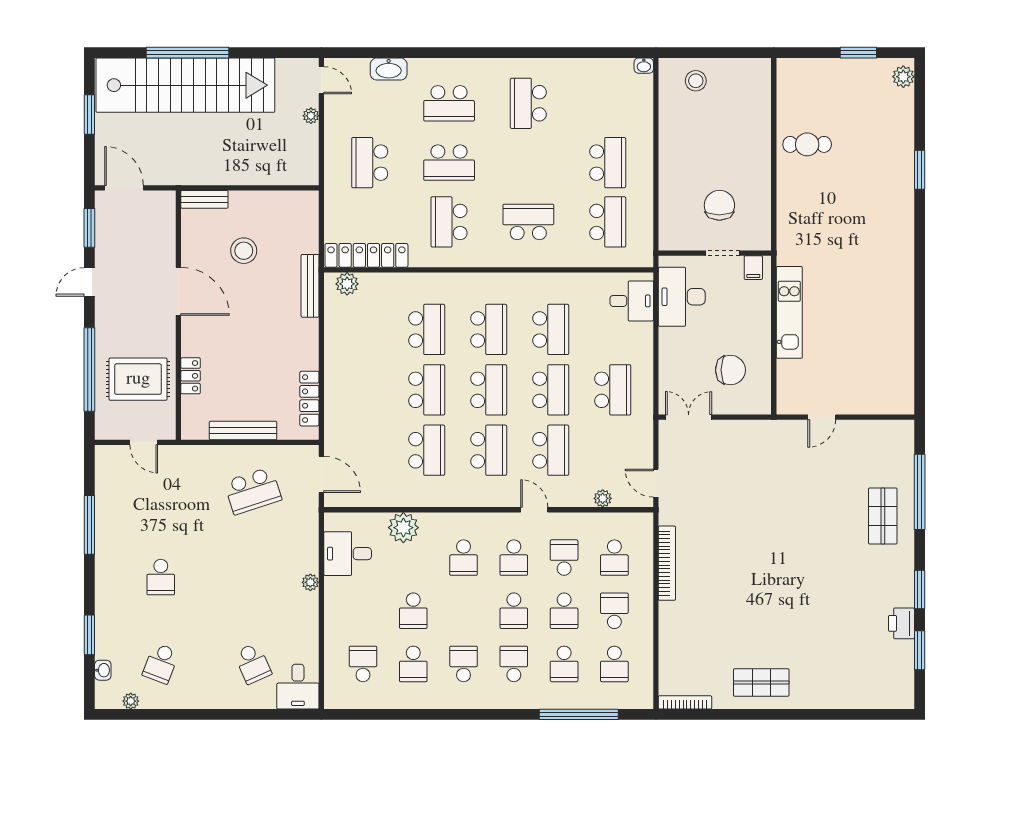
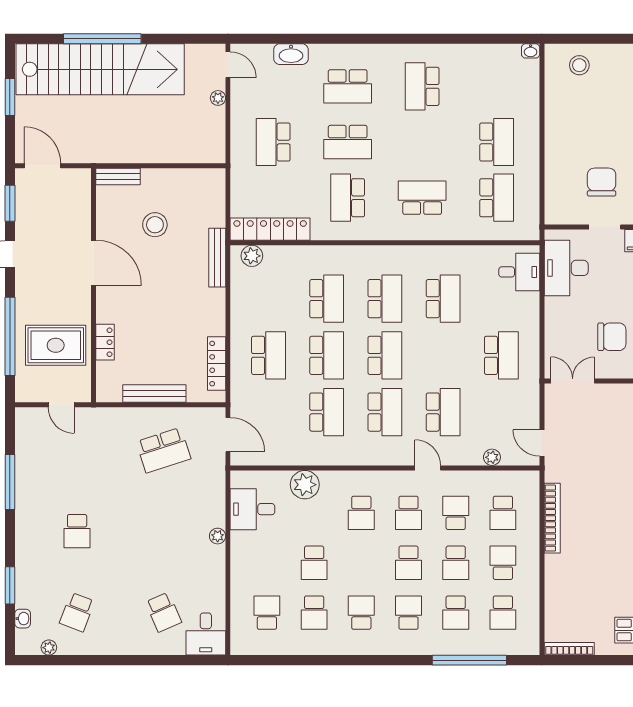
school desk: (551, 390) -> (268, 355), moved

